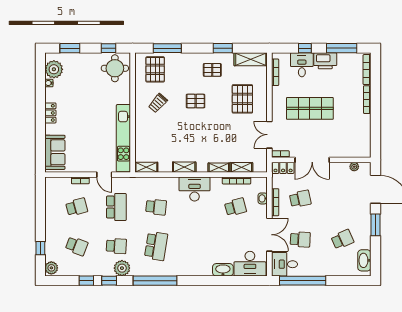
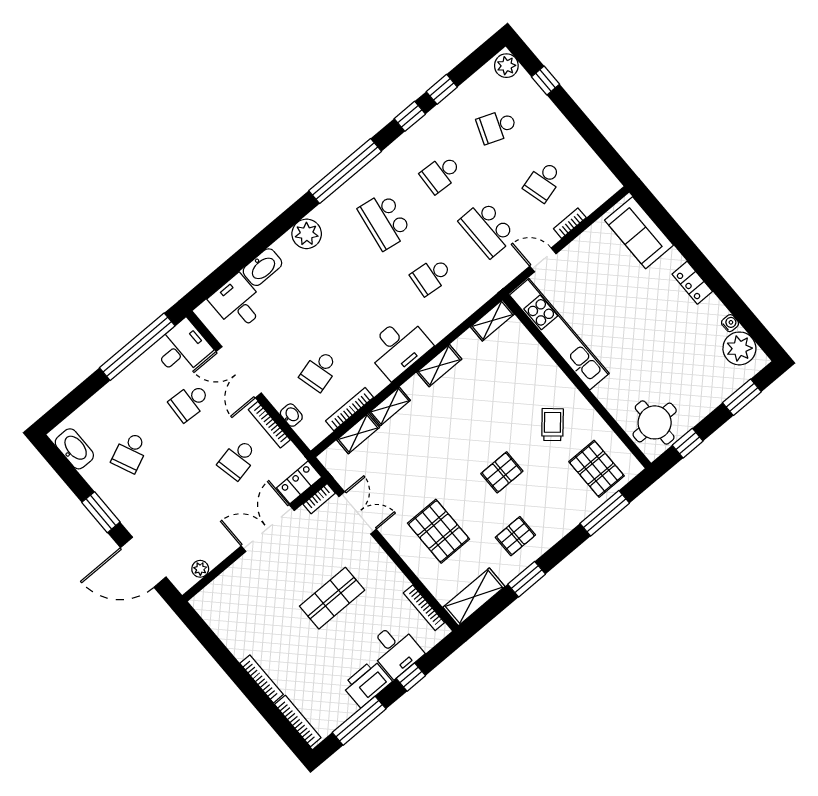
shop shelf: (310, 108) -> (332, 598), width x0.70, depth x0.74
desk: (250, 264) -> (238, 303), width x0.73
plant: (122, 268) -> (307, 234), moved

